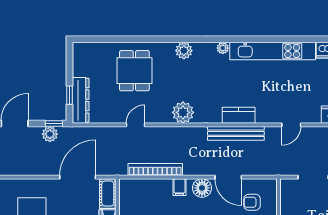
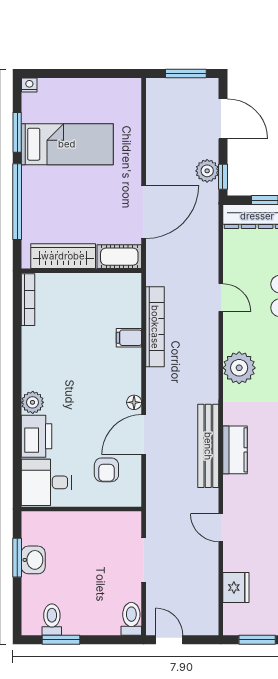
door: (78, 177) -> (144, 212), hinge flipped
filing cabinet: (179, 187) -> (129, 338), moved
floor lamp: (202, 188) -> (134, 402), width x0.53, depth x0.53
armchair: (252, 202) -> (106, 470), turned 180

